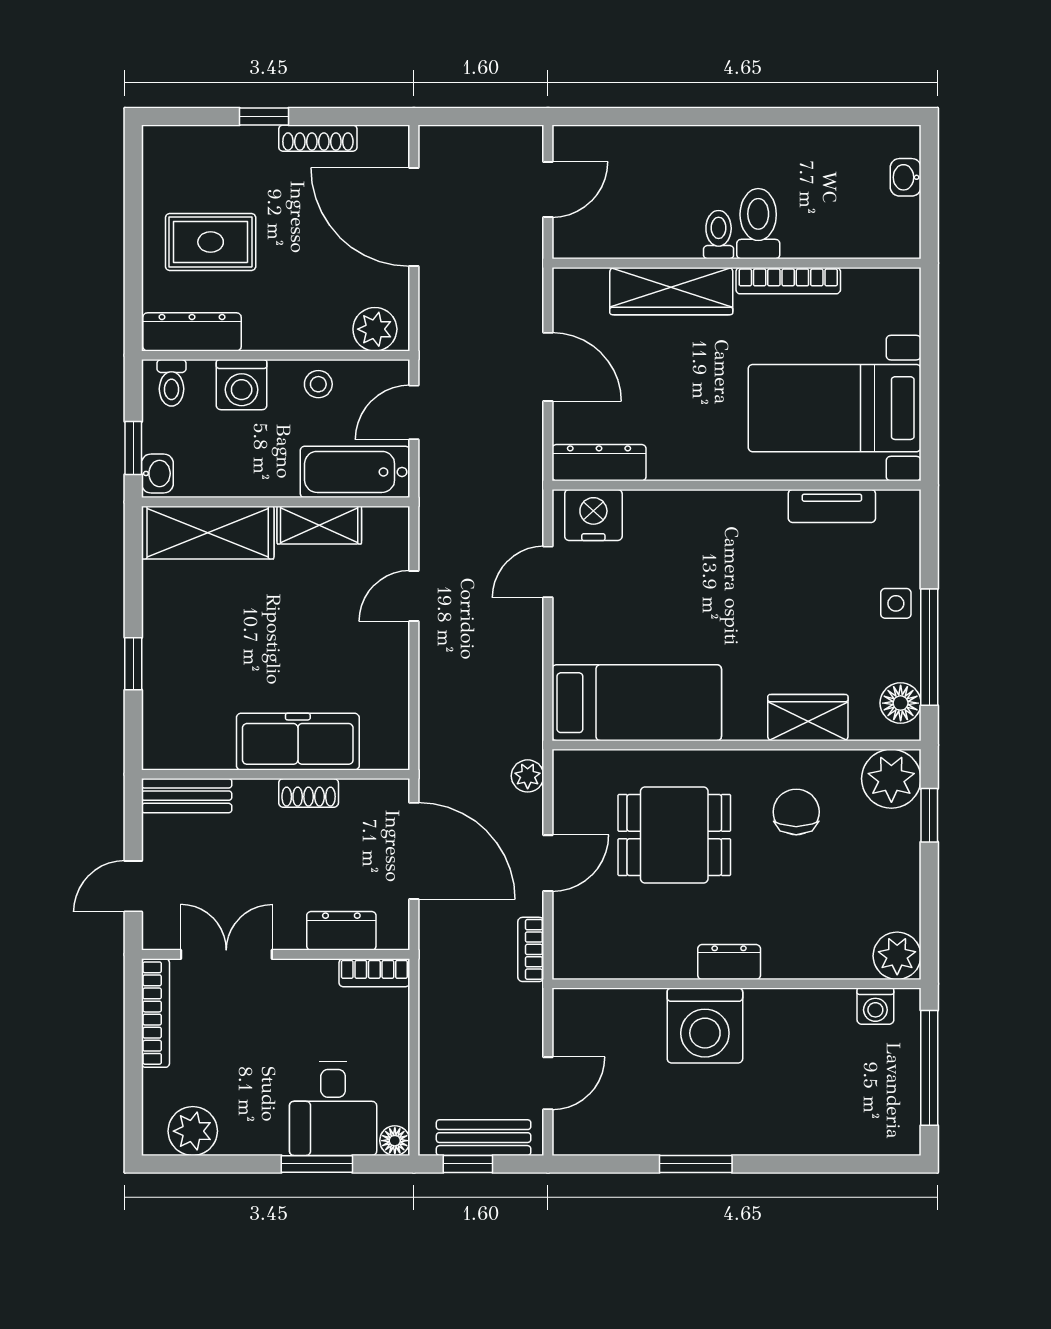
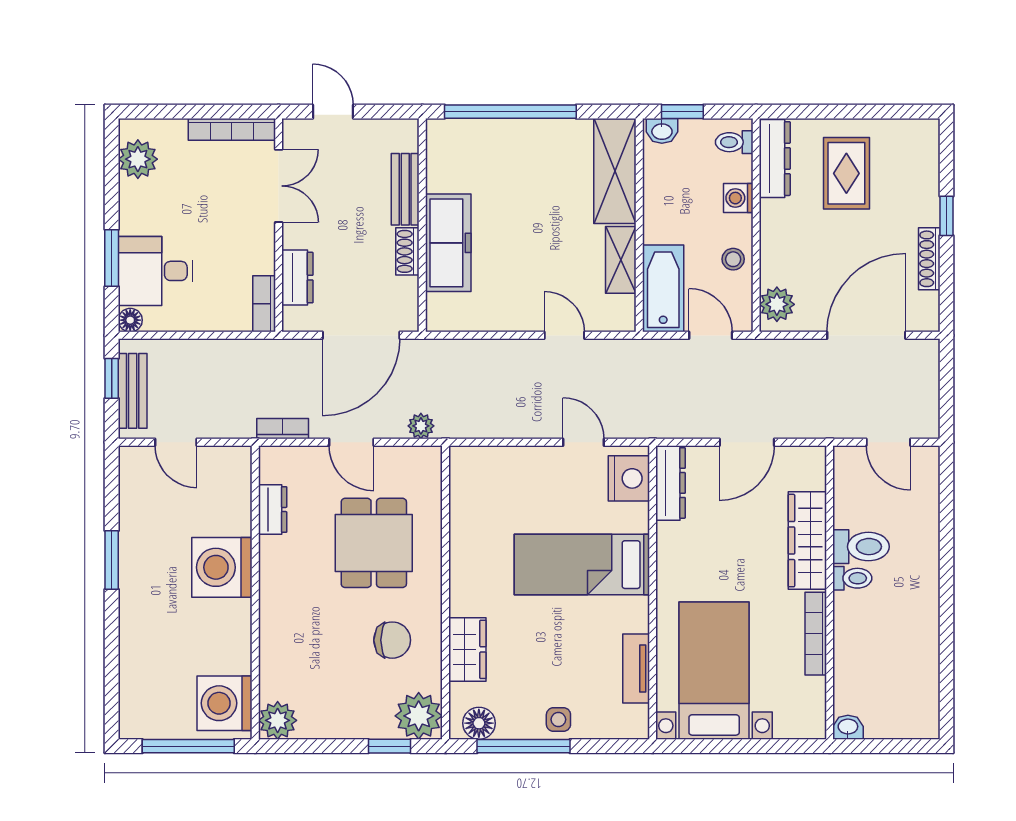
washbasin: (906, 177) -> (848, 727), moved
toilet: (758, 224) -> (861, 547), moved
washing machine: (242, 385) -> (738, 198), width x0.73, depth x0.73
window: (133, 664) -> (510, 112), width x3.17
bed: (637, 703) -> (582, 565), moved, turned 90
bench: (187, 796) -> (405, 189), moved
dresser: (729, 962) -> (273, 510), moved
washing machine: (875, 1006) -> (225, 703), width x1.89, depth x1.89

